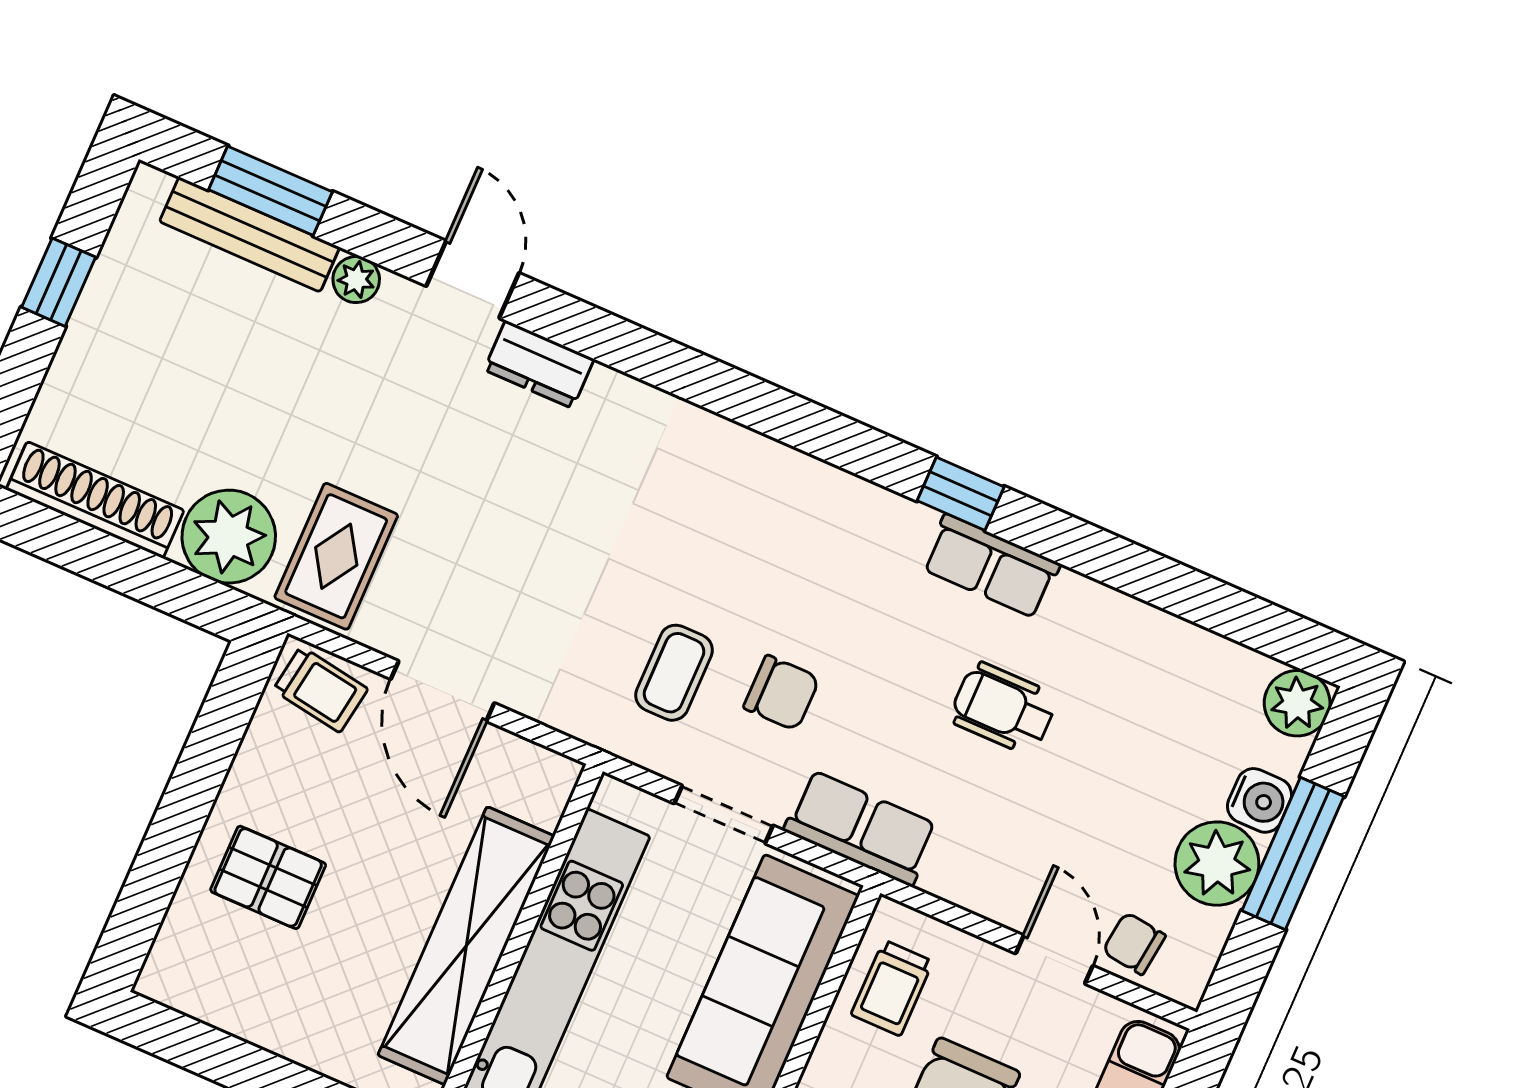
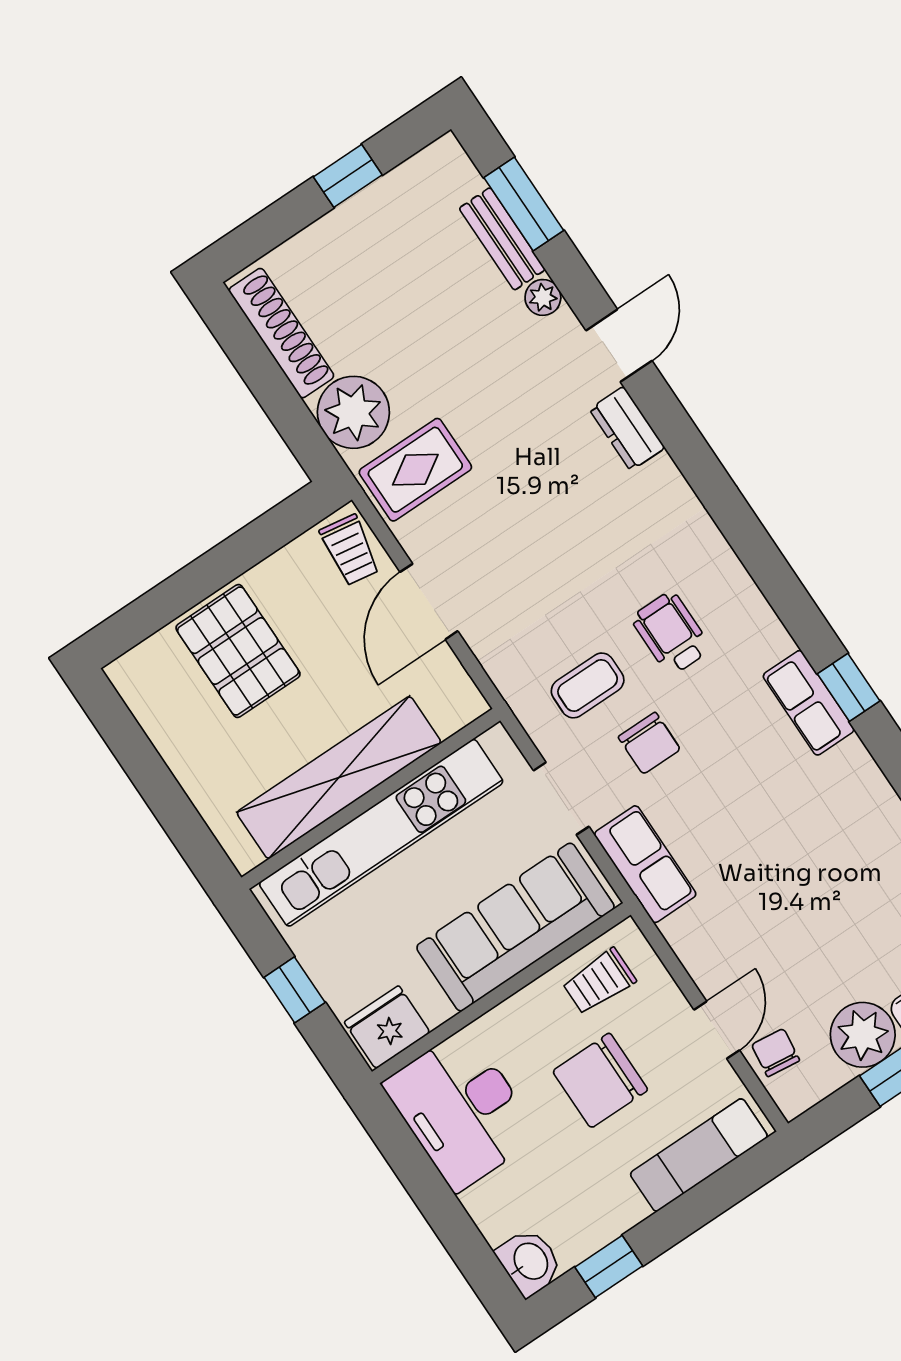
bench: (250, 234) -> (502, 239), width x0.73
row of seats: (991, 566) -> (809, 703), moved
wheelchair: (1003, 708) -> (671, 633), moved
pallet: (268, 877) -> (238, 651), width x1.50, depth x1.42

